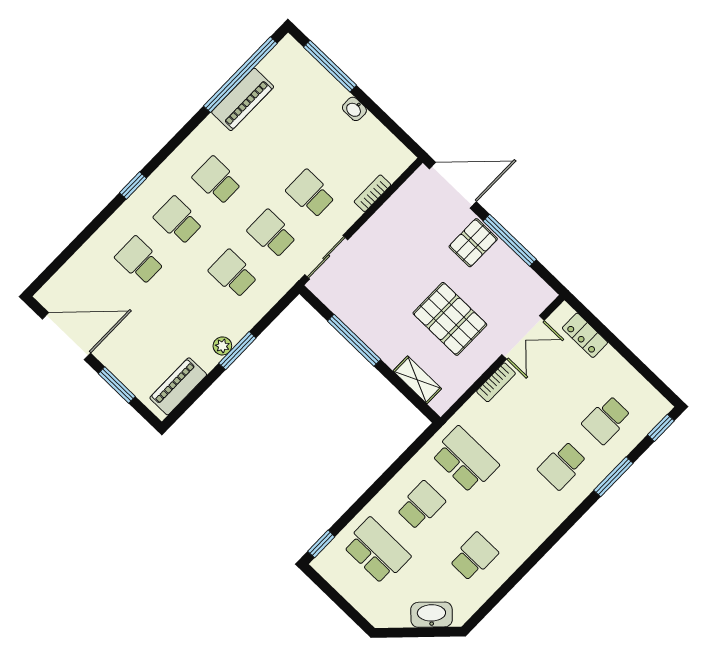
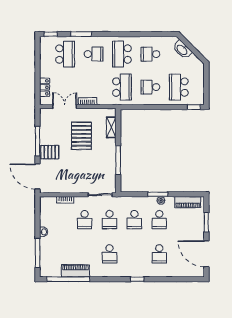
school desk: (178, 220) -> (159, 220), moved
school desk: (606, 420) -> (65, 54), width x1.85
school desk: (465, 460) -> (122, 87), turned 180
school desk: (518, 511) -> (122, 54), added

